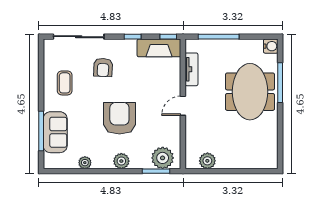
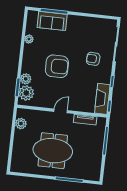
water cooler: (271, 46) -> (95, 176), removed
coffee table: (65, 83) -> (85, 31), removed
meeting table: (250, 92) -> (53, 151), moved
door: (183, 106) -> (61, 111), hinge flipped
plant: (121, 161) -> (26, 79), moved

